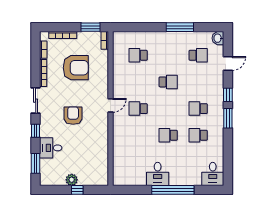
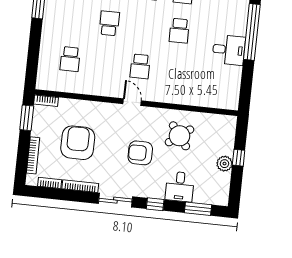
round table: (89, 144) -> (179, 136), added

